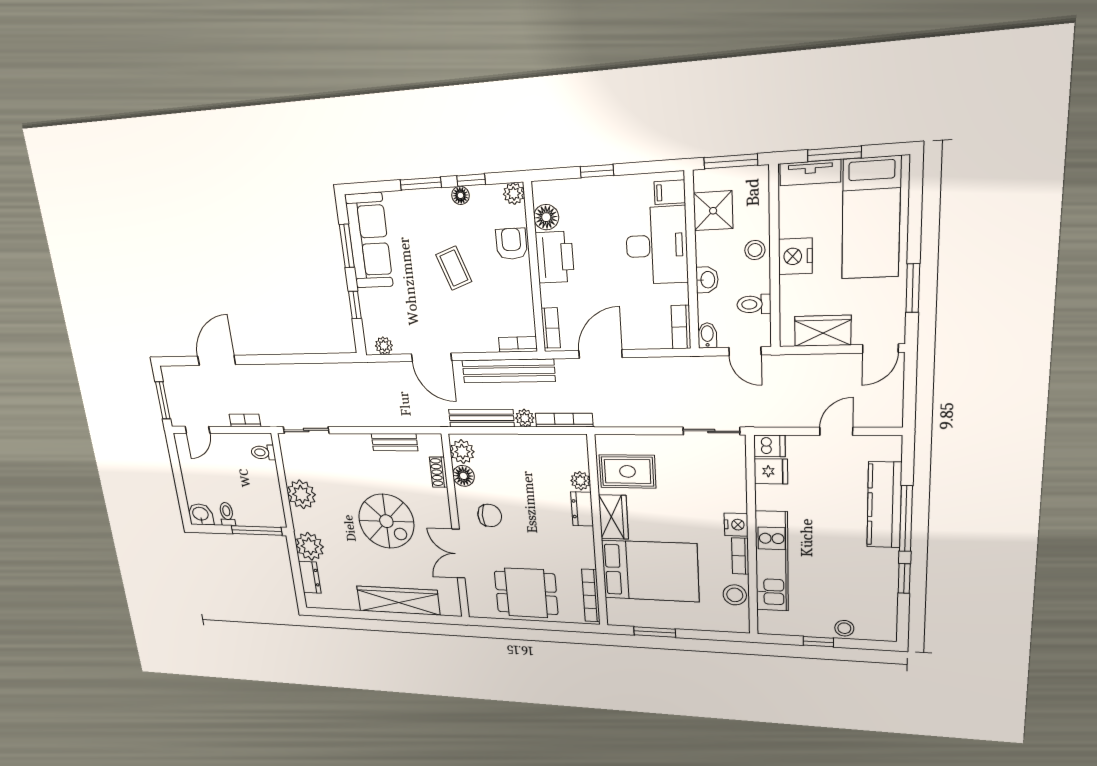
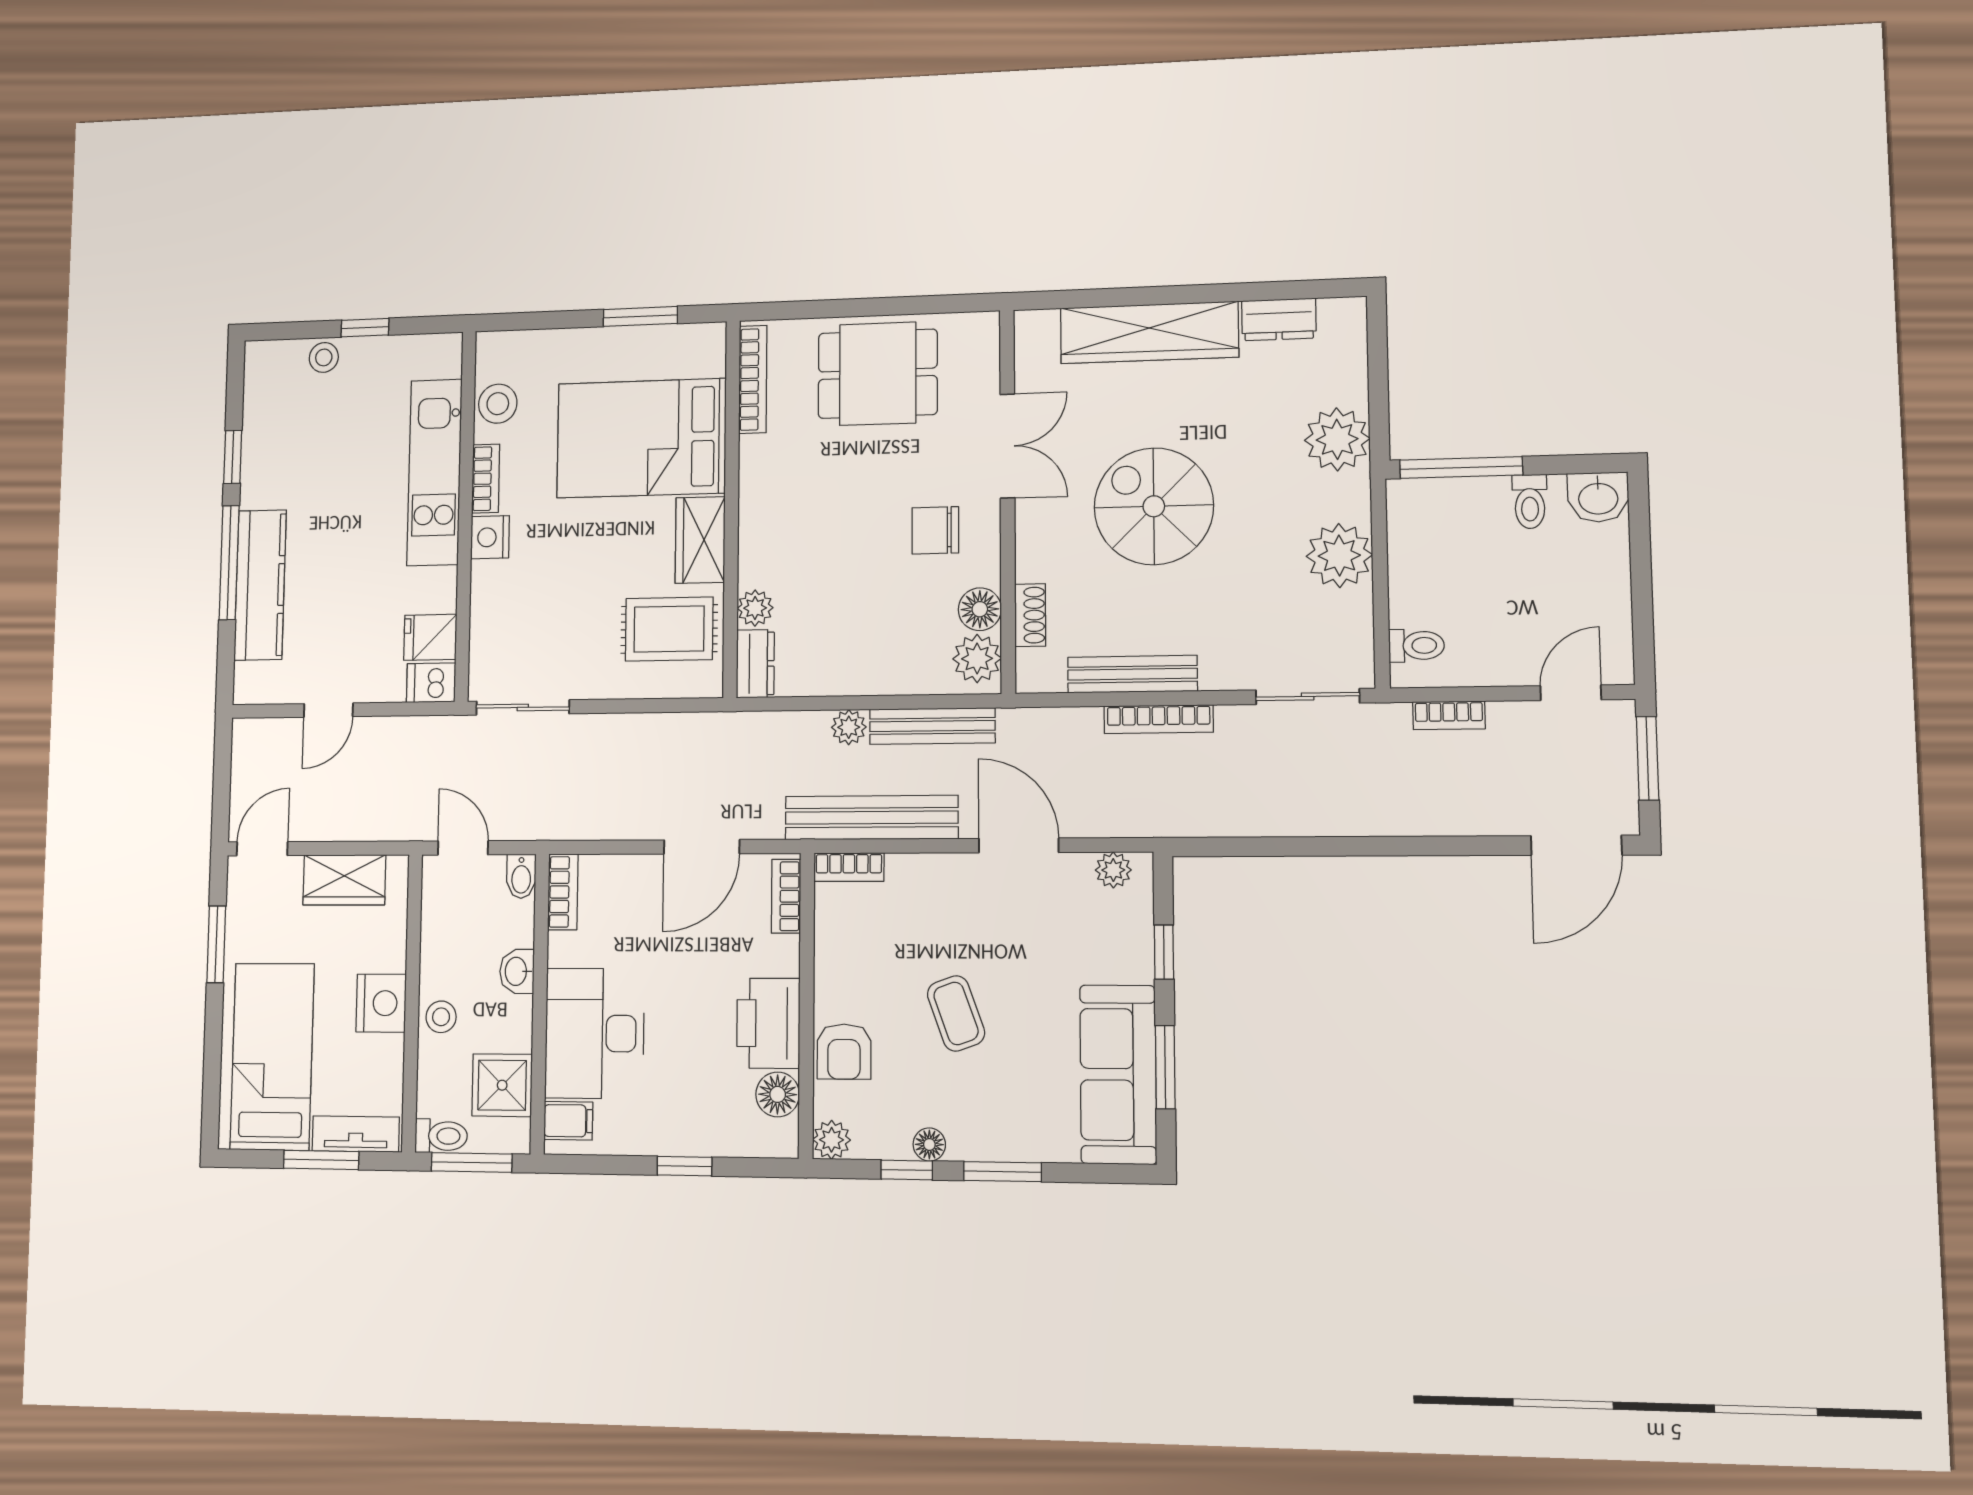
toilet: (754, 304) -> (441, 1136), moved
door: (217, 360) -> (1576, 845), moved
bookcase: (564, 420) -> (1159, 719), moved
bench: (395, 442) -> (1132, 674), width x1.36
dresser: (582, 509) -> (755, 664), moved
dresser: (310, 577) -> (1279, 319), moved, turned -90

